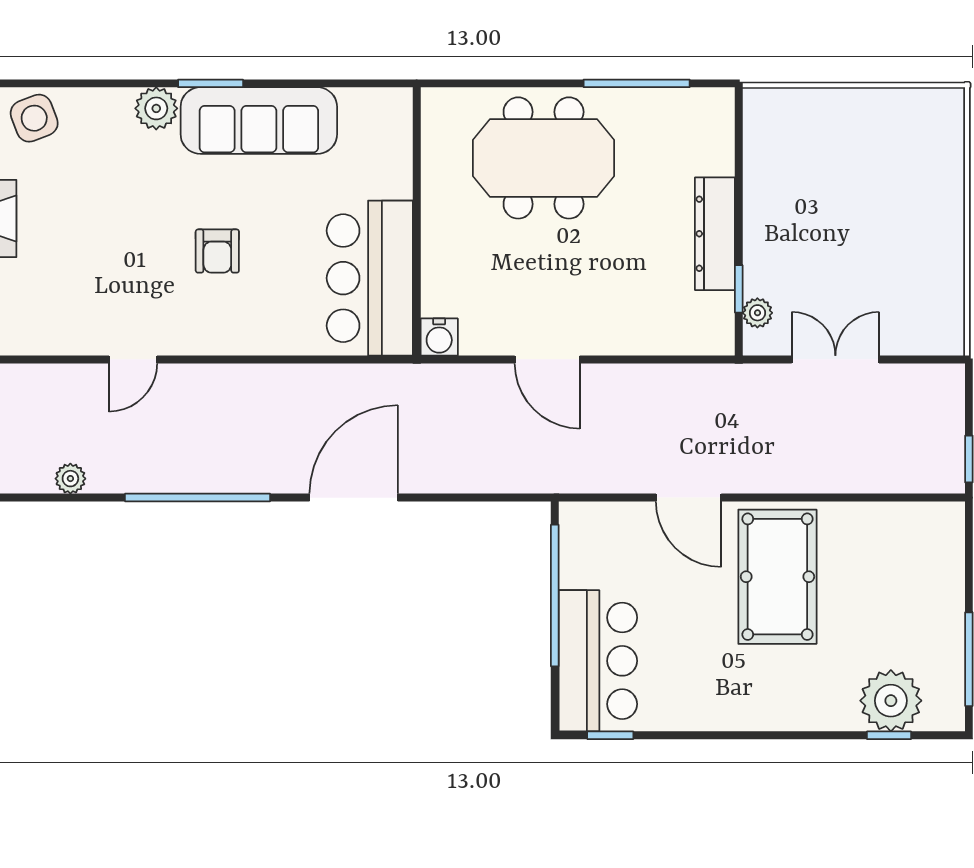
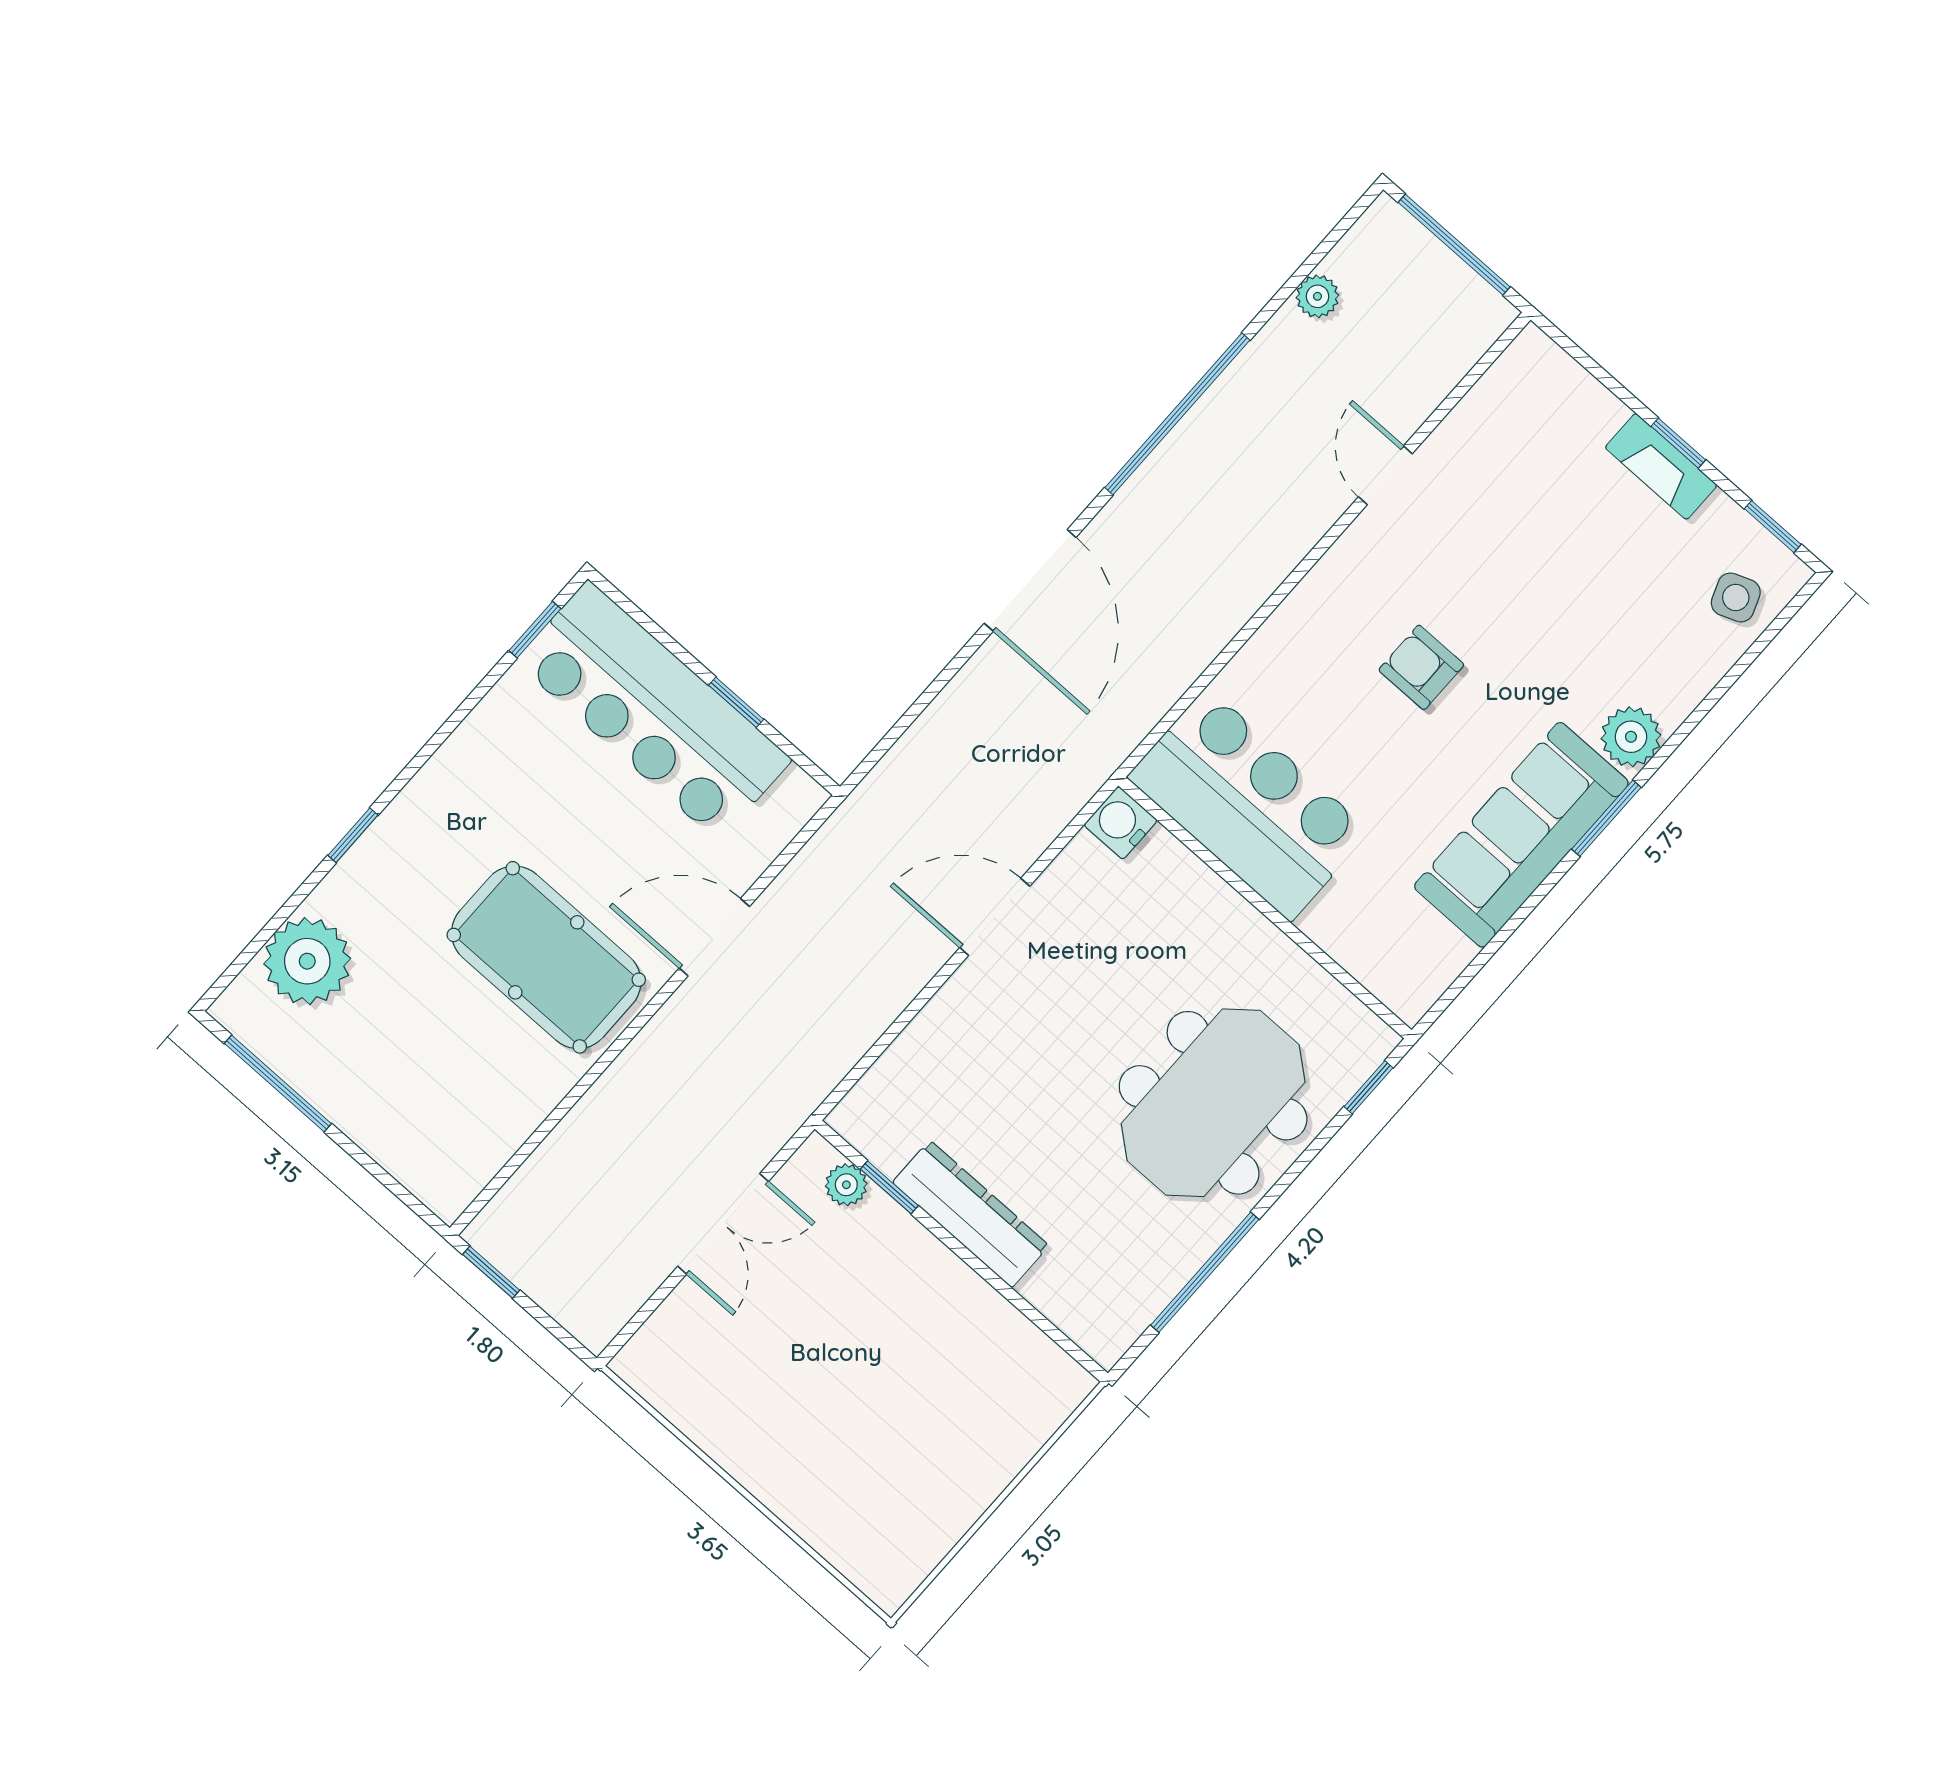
window: (463, 83) -> (1368, 1087), added
side table: (34, 118) -> (1736, 597), width x0.73, depth x0.73
window: (555, 595) -> (736, 702), width x0.32
bar counter: (598, 661) -> (653, 711), width x1.36
window: (889, 735) -> (353, 835), moved

